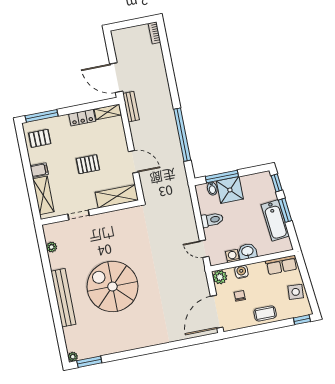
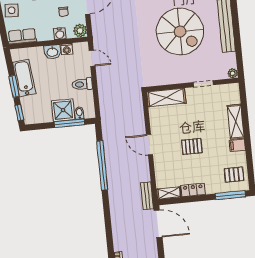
shelving: (117, 196) -> (166, 97), moved
wall: (90, 213) -> (192, 85), moved
doorway: (79, 215) -> (203, 84), moved

